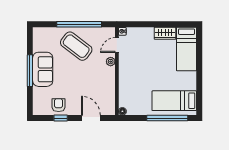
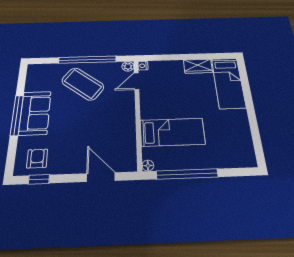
plant: (111, 62) -> (128, 66), moved
bed: (174, 101) -> (172, 132), moved, turned 180
armchair: (59, 105) -> (37, 159), moved
window: (61, 118) -> (39, 179), moved
window: (167, 118) -> (187, 174), moved

